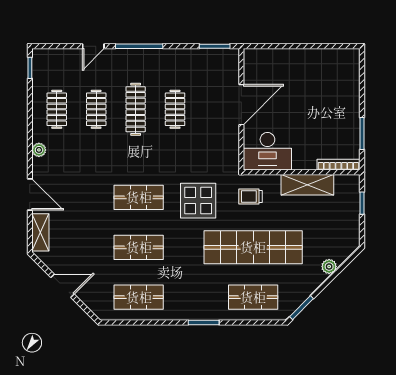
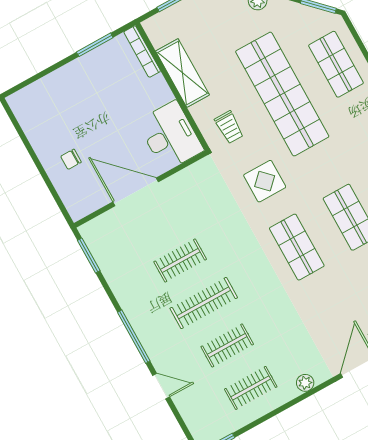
chair: (290, 72) -> (71, 159), added
display table: (198, 201) -> (265, 181), width x0.73, depth x0.73

